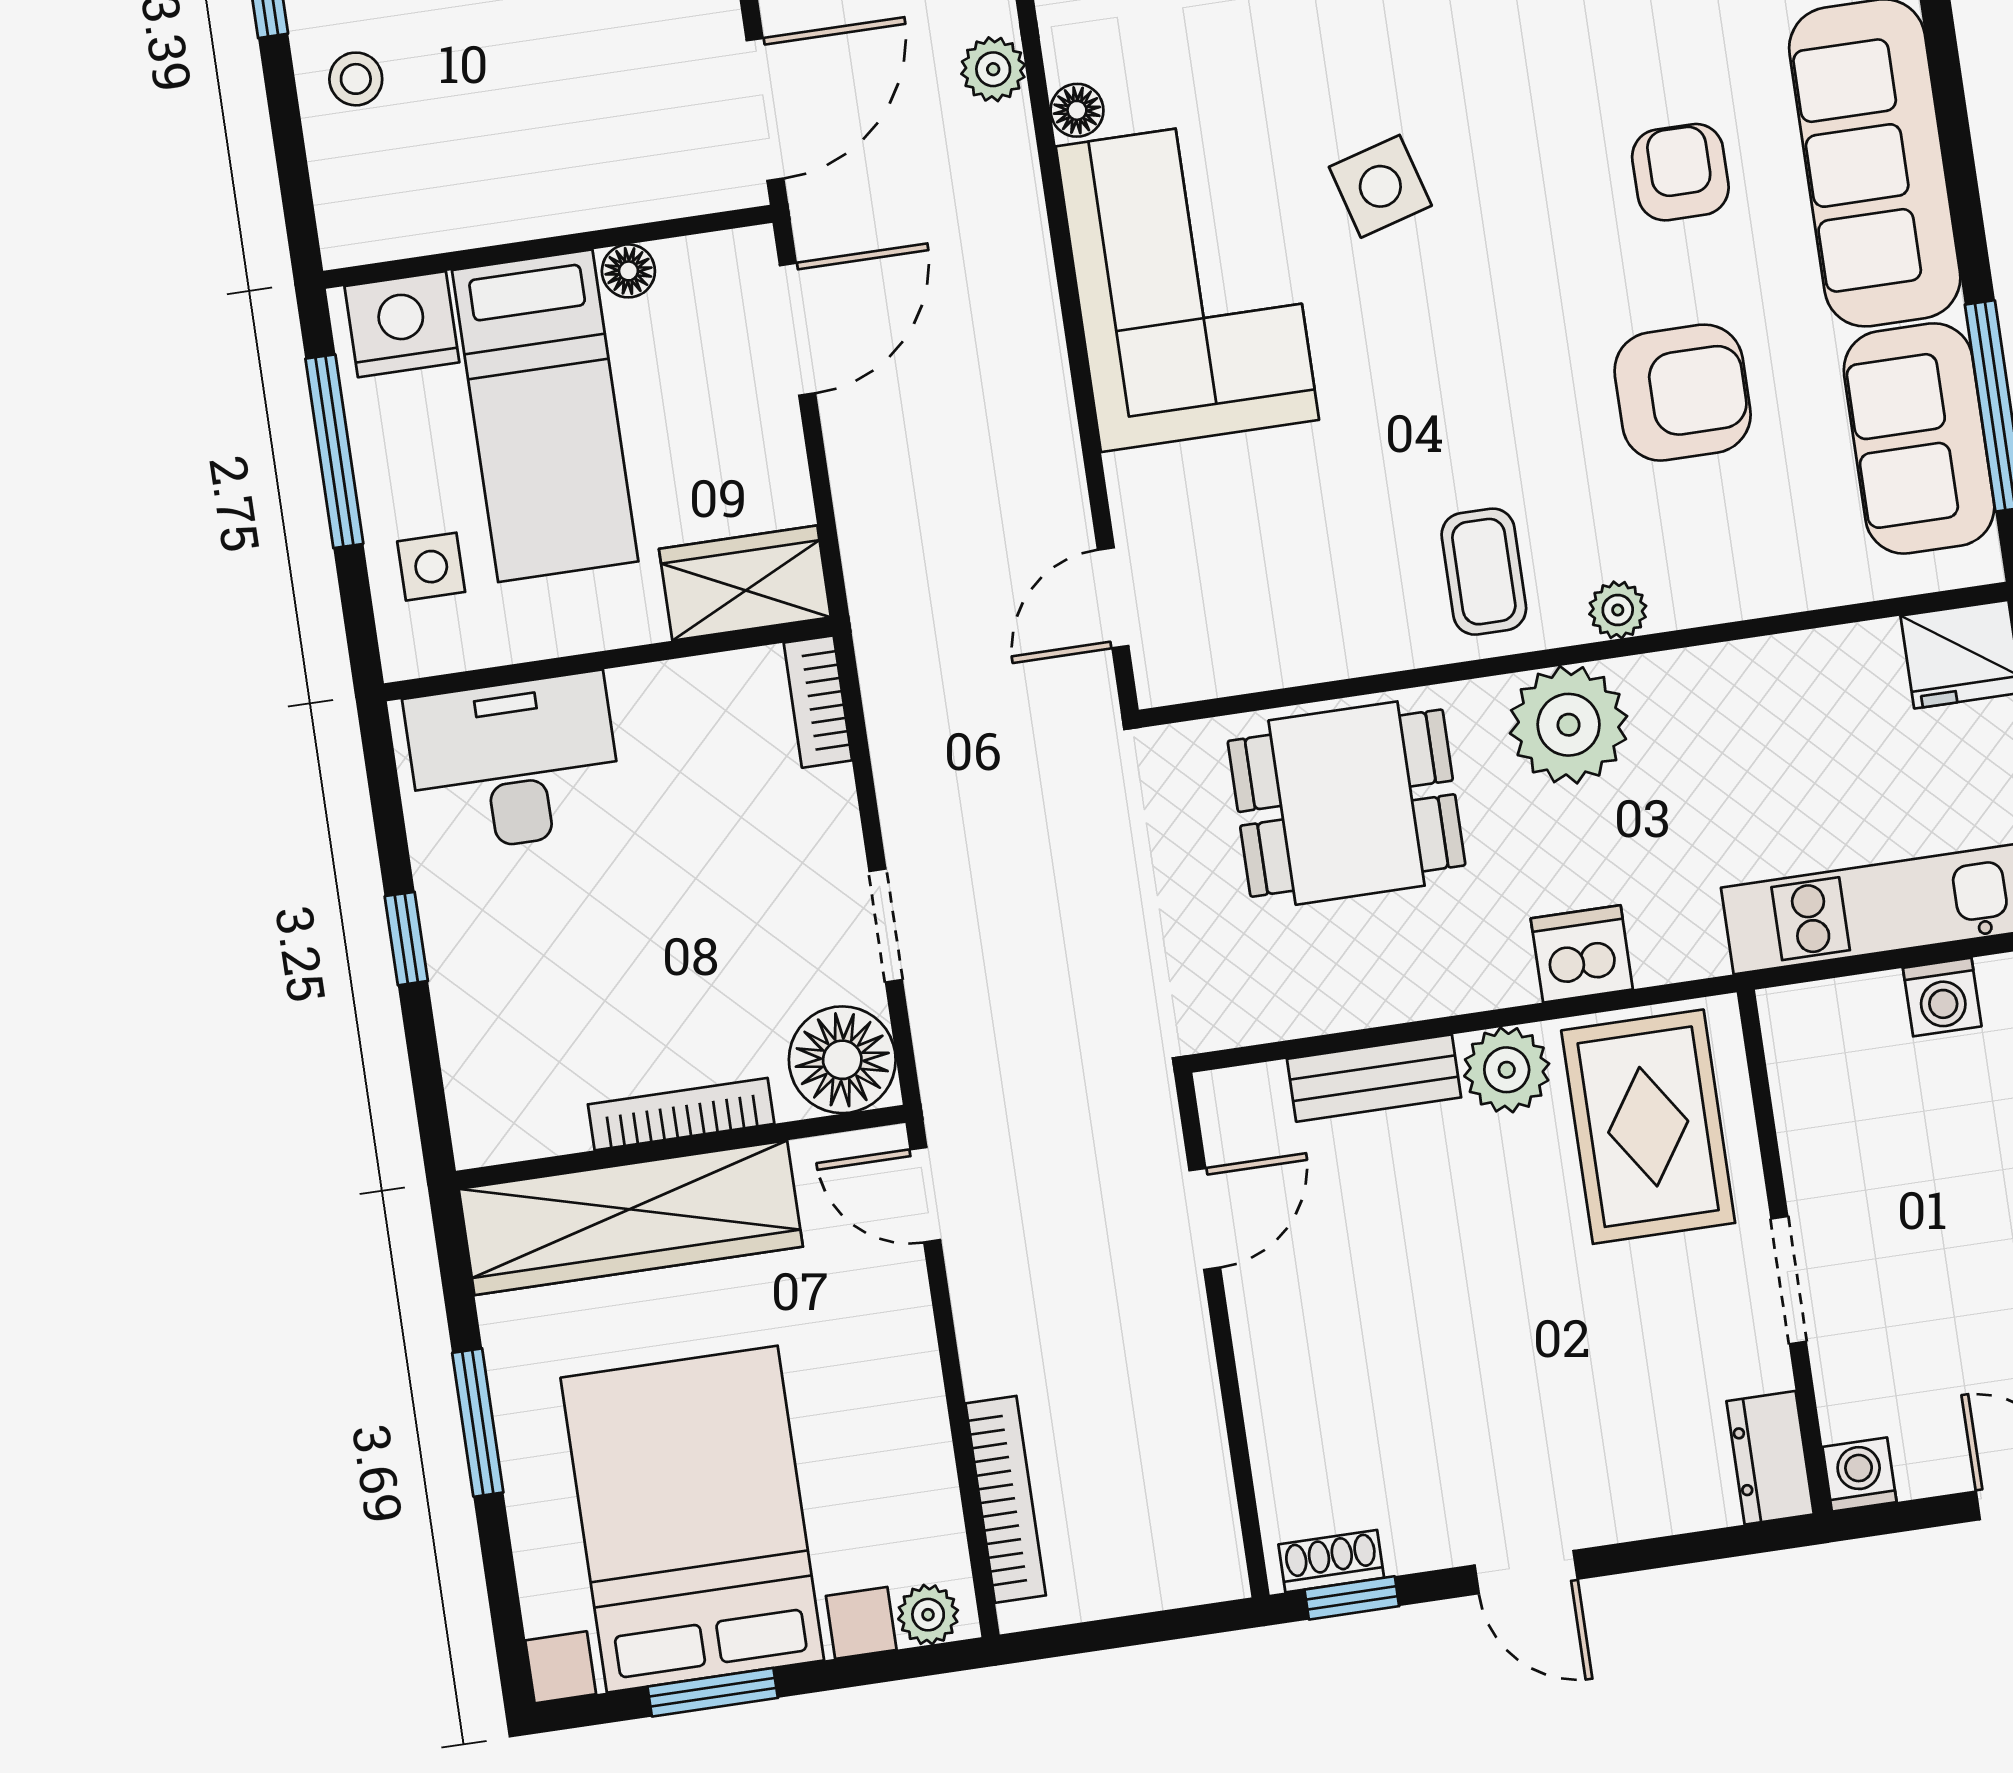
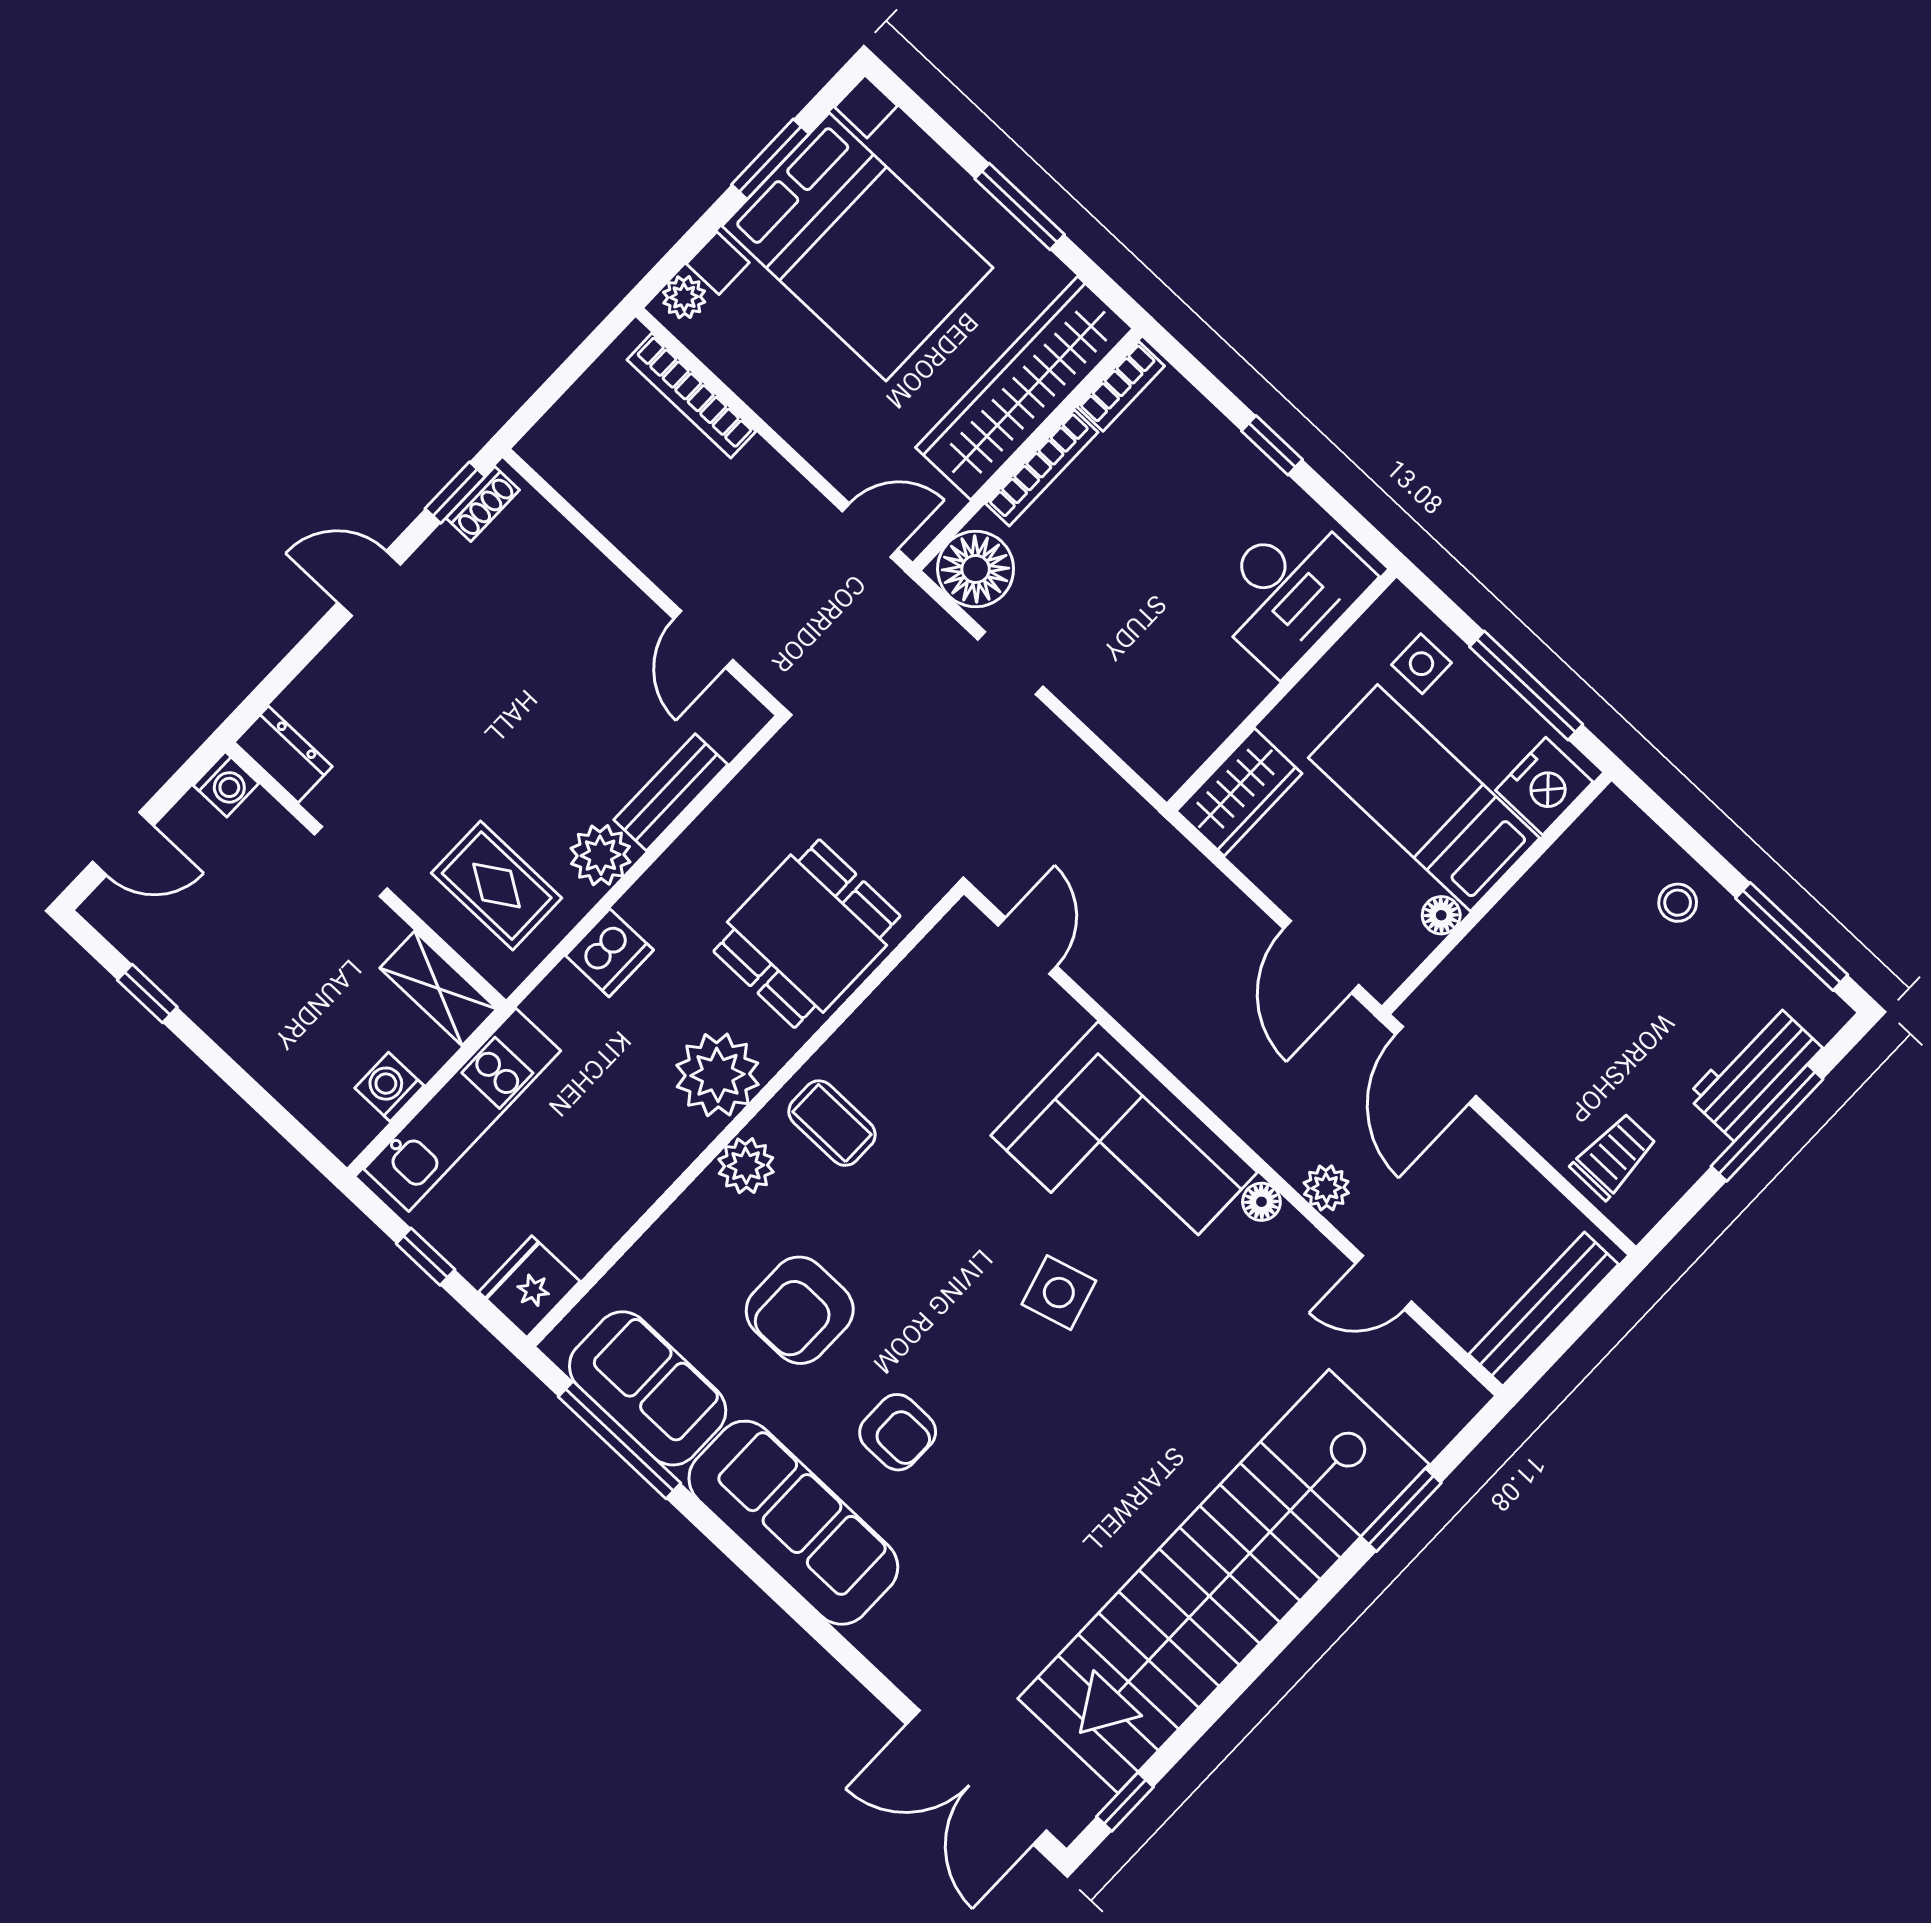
plant: (1618, 610) -> (746, 1166), width x1.38, depth x1.38
bookcase: (818, 702) -> (1121, 386), moved, turned 90
shelving: (1802, 1064) -> (438, 988), added
rug: (1648, 1127) -> (497, 886), width x0.73, depth x0.70

